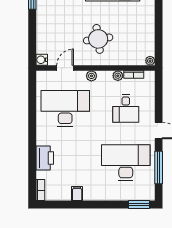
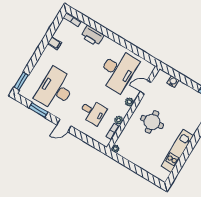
water cooler: (42, 60) -> (173, 82), moved
door: (65, 68) -> (146, 87), swing flipped
desk: (126, 109) -> (93, 112), turned 180
desk: (126, 163) -> (55, 89), turned 180
window: (159, 167) -> (39, 110), width x0.69

